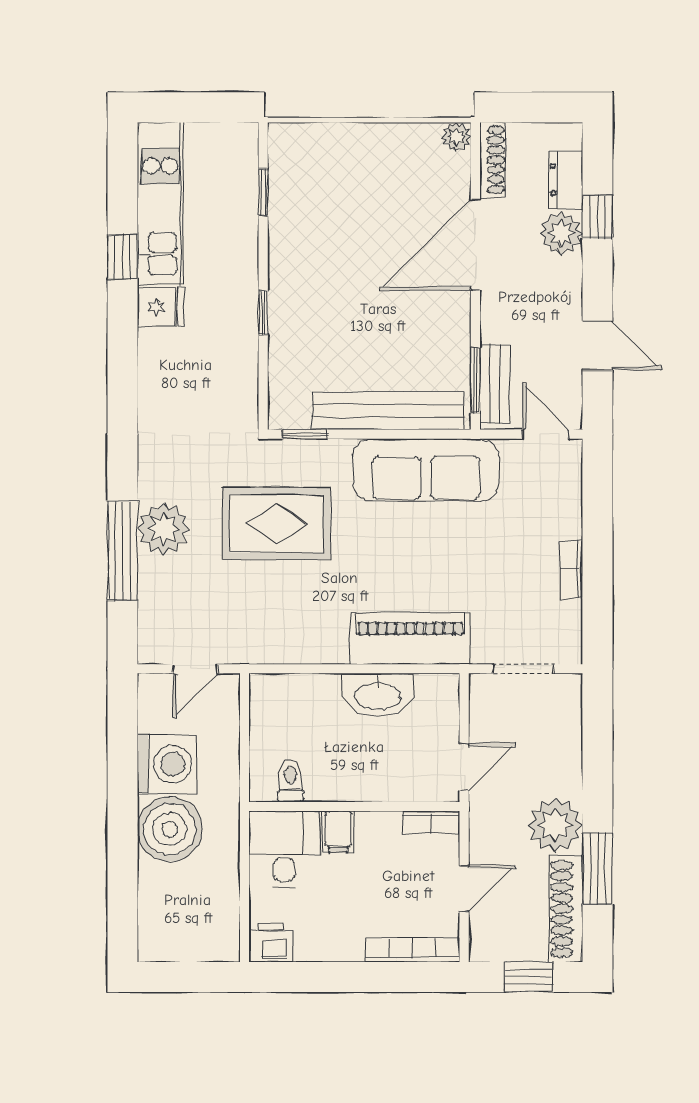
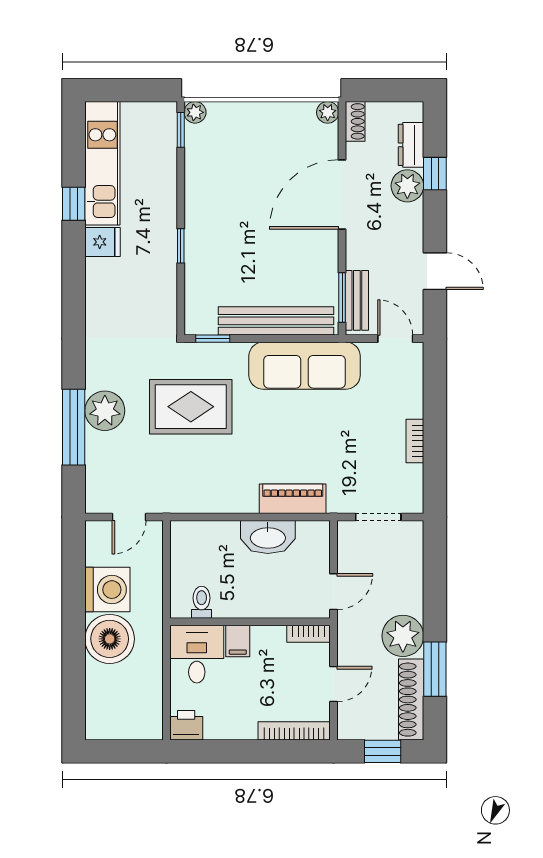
plant: (282, 137) -> (195, 112), added
shoe rack: (493, 160) -> (355, 121), width x0.70
window: (263, 192) -> (181, 130), moved
piano: (410, 638) -> (293, 499), width x0.73, depth x0.75

